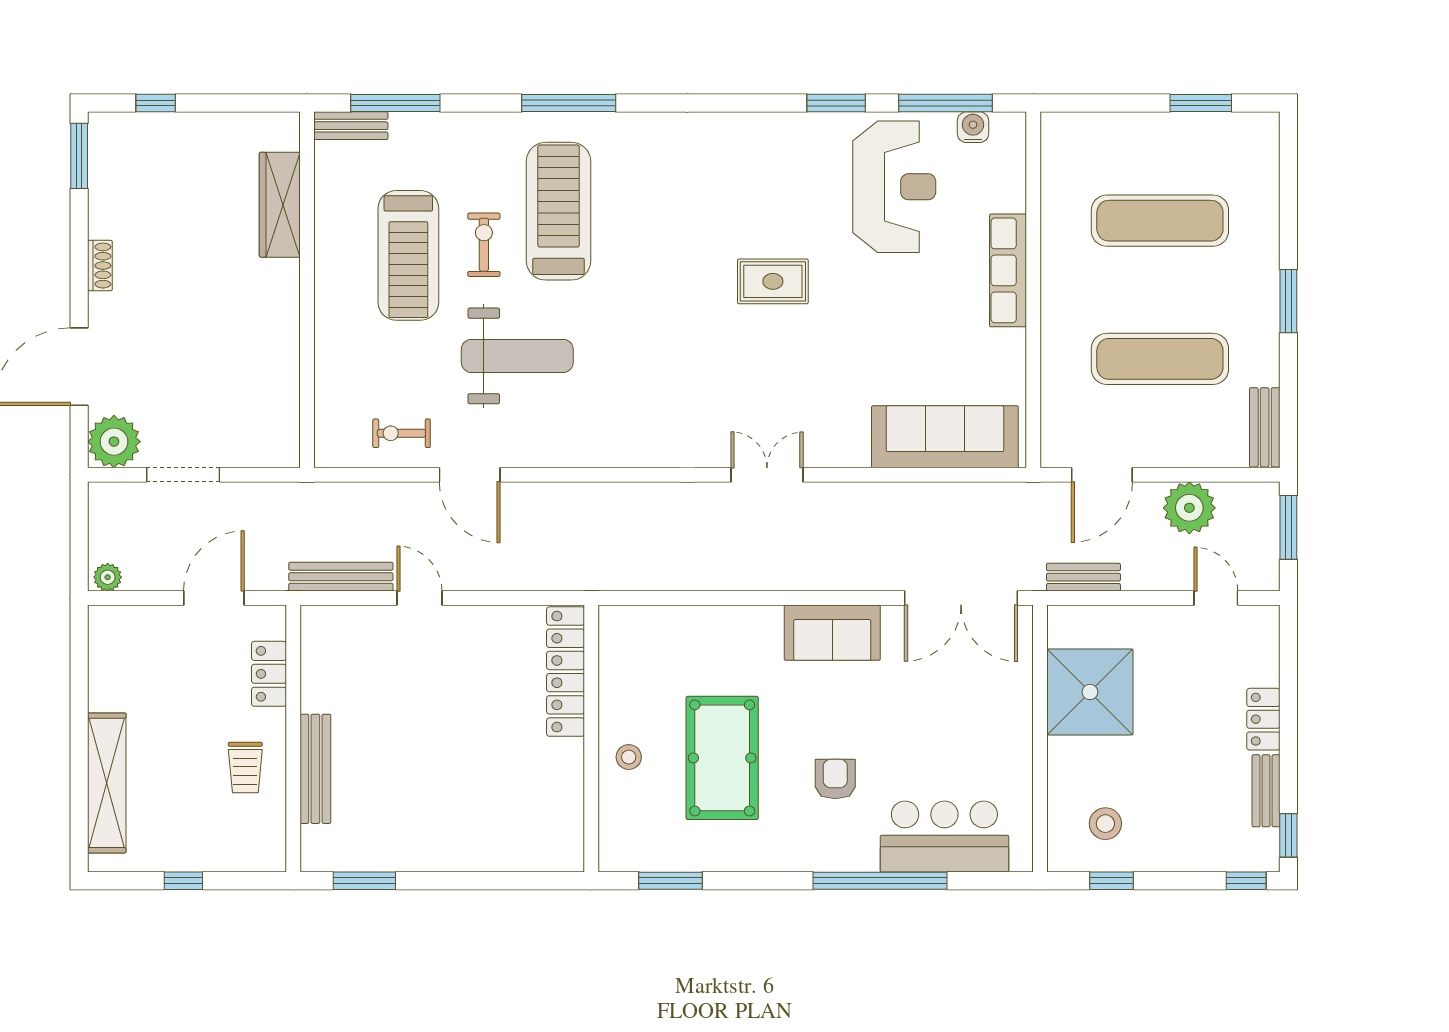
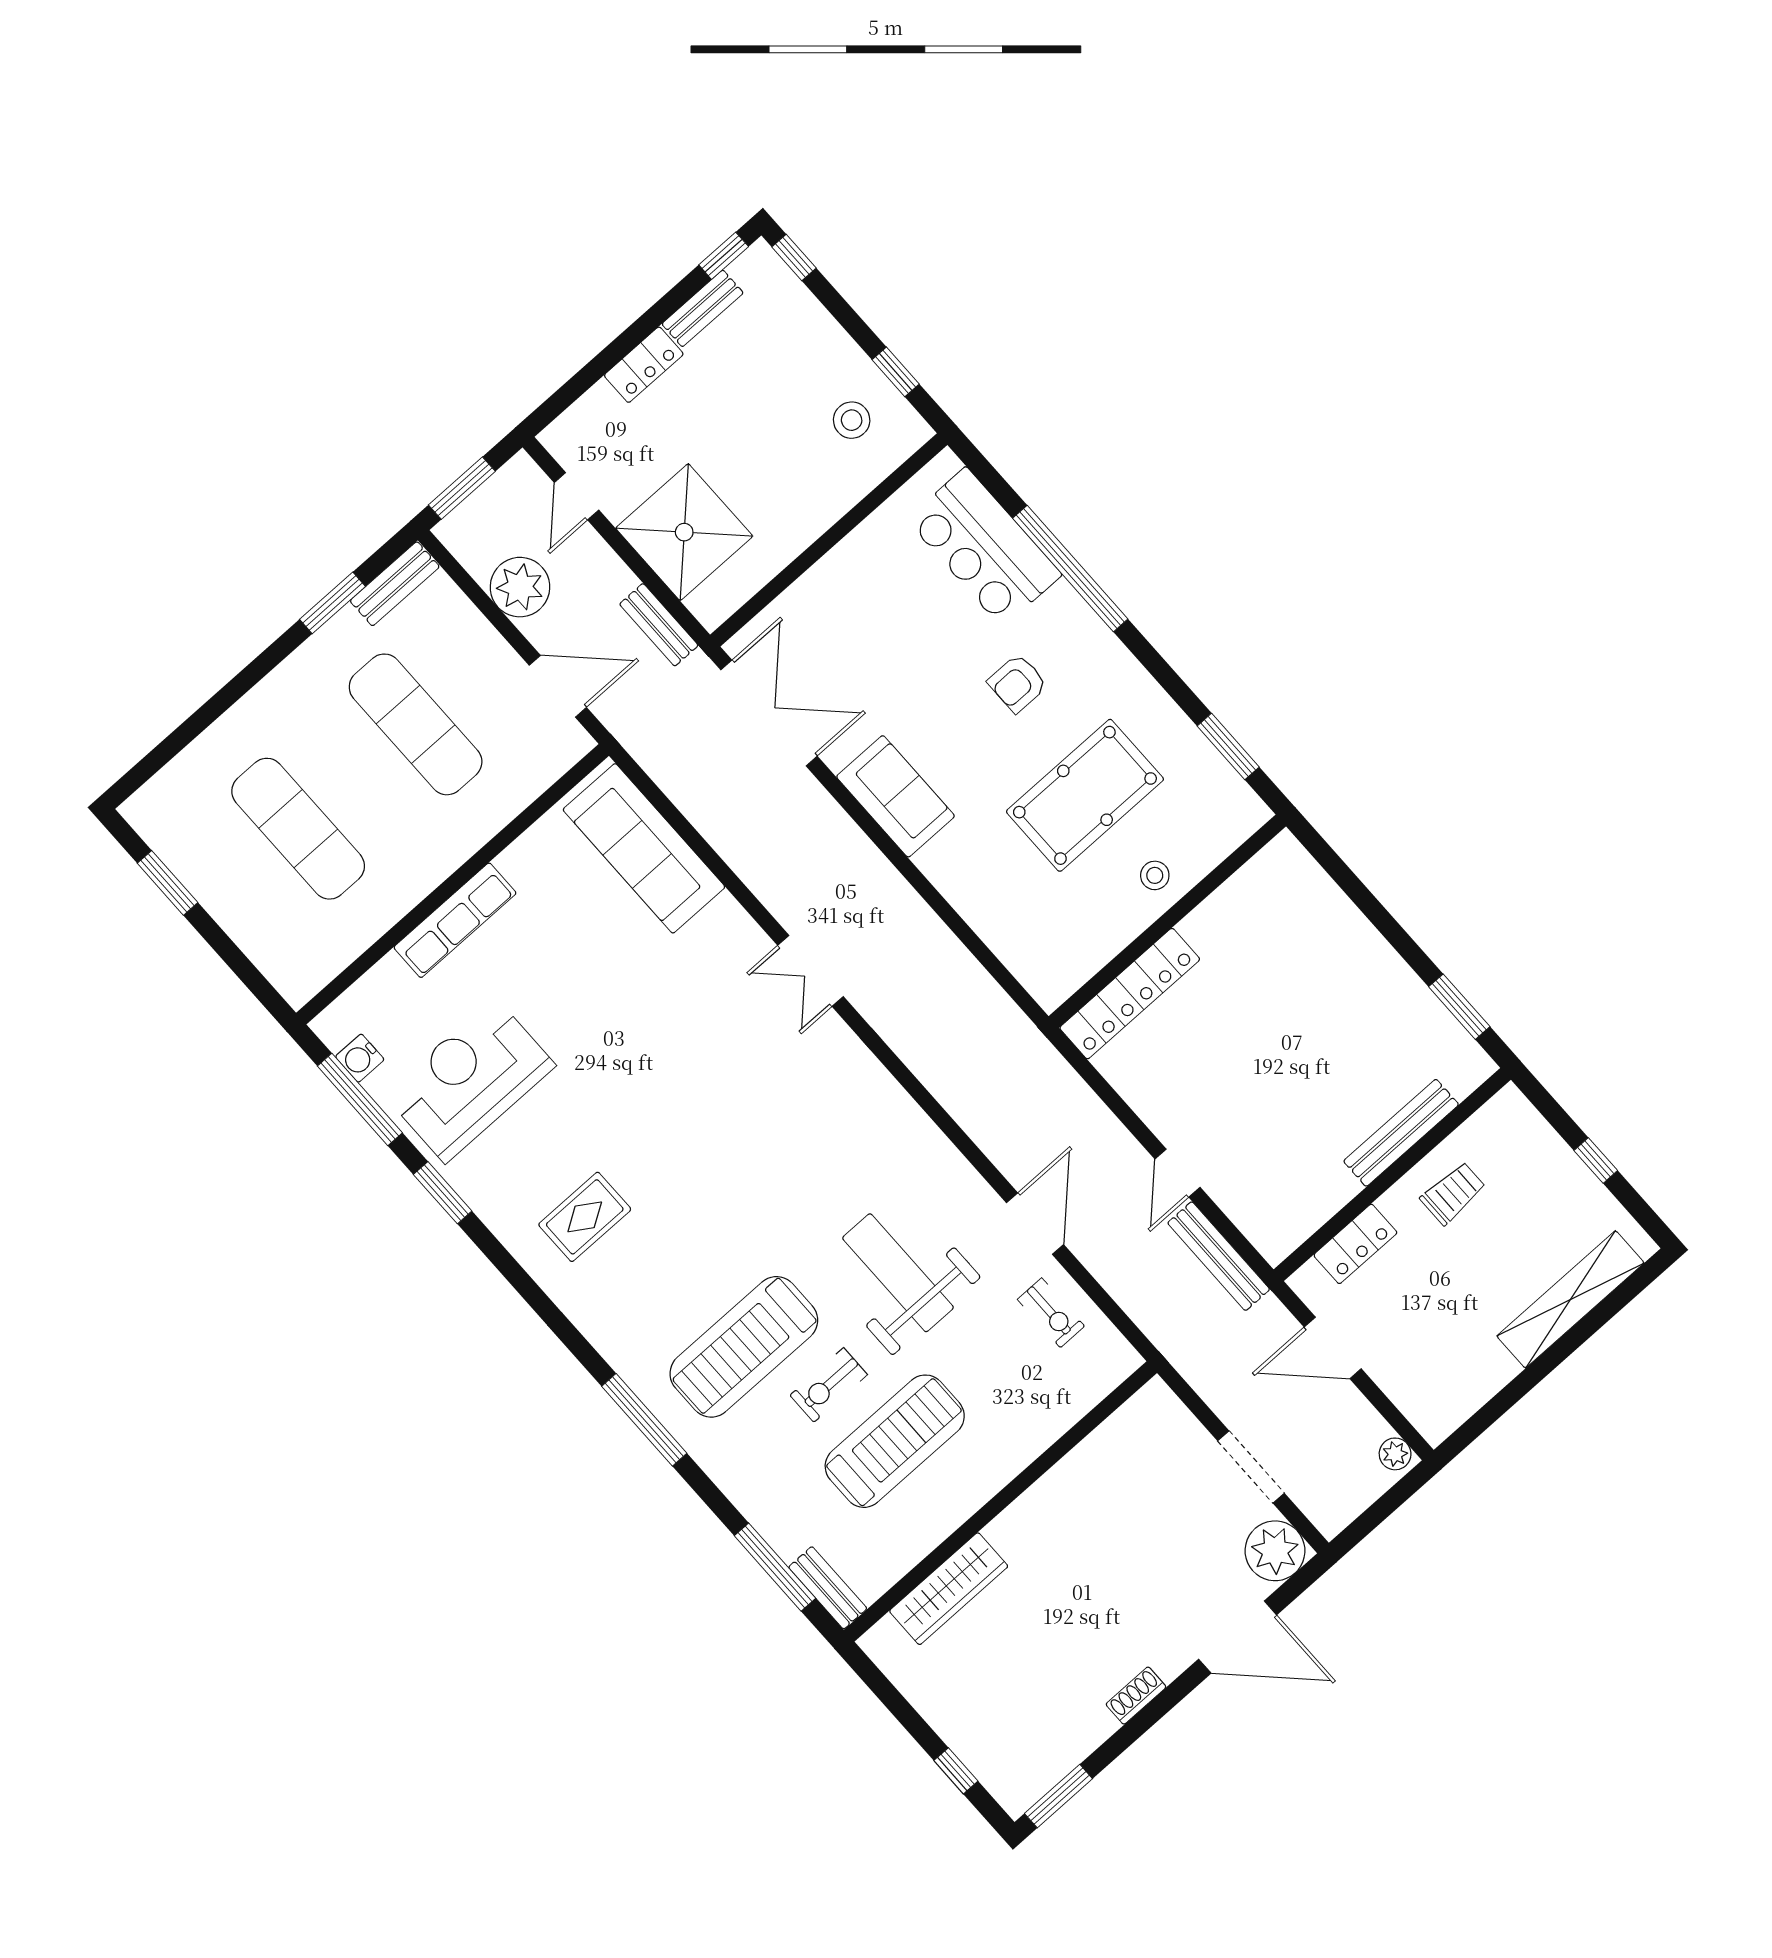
rug: (773, 281) -> (585, 1217), moved, turned 90
window: (1288, 301) -> (333, 603), moved
shower: (1090, 692) -> (684, 532), moved

